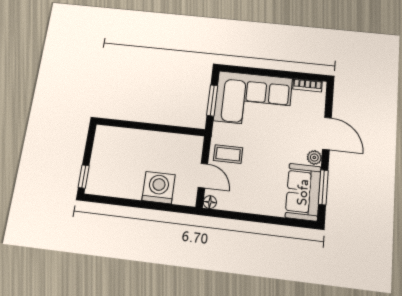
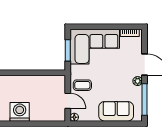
window: (323, 187) -> (145, 100), width x1.44
washing machine: (159, 188) -> (20, 112), moved
sofa: (303, 192) -> (116, 111), moved, turned 90

